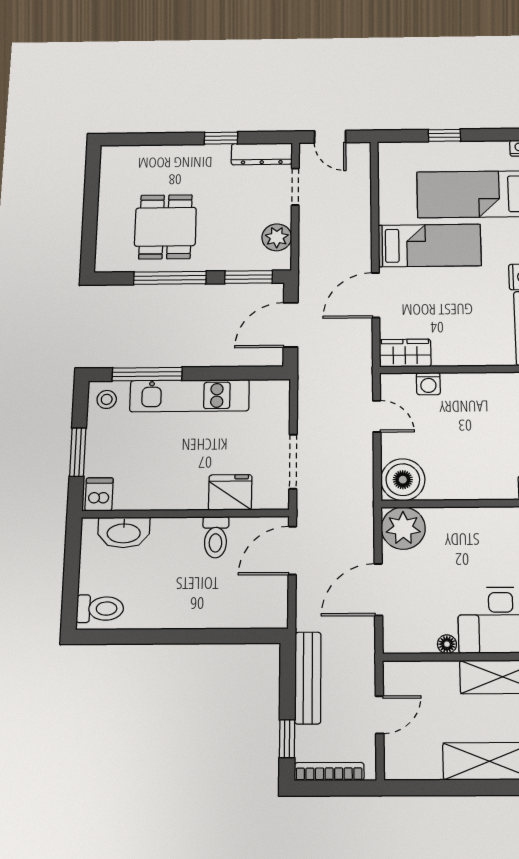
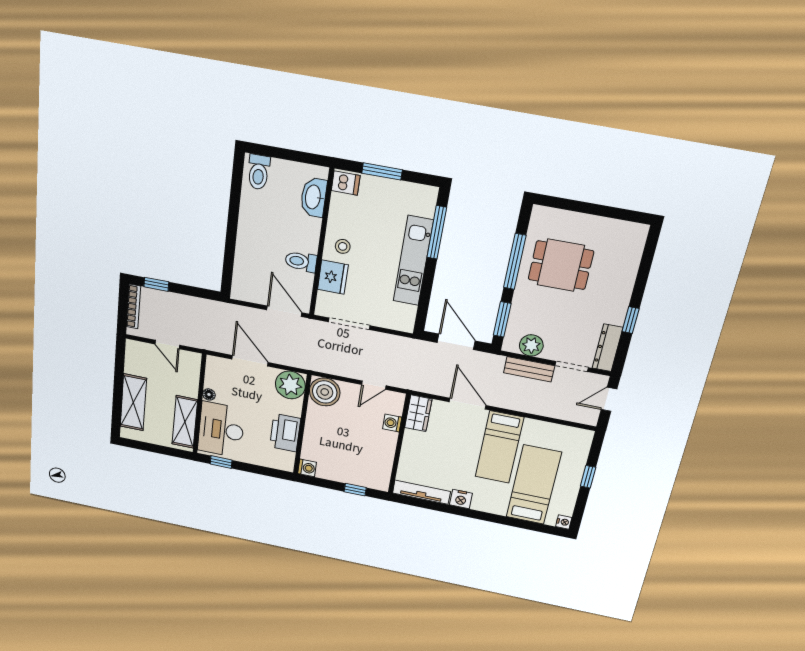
stool: (107, 399) -> (343, 246), moved
printer: (482, 526) -> (285, 433), added
bench: (308, 678) -> (529, 369), moved, width x0.73

